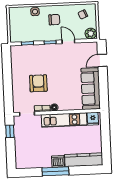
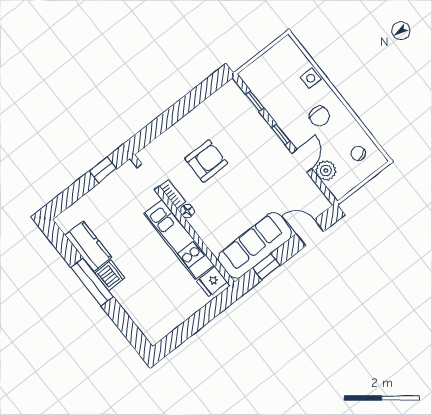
plant: (91, 34) -> (326, 171), moved
window: (104, 90) -> (266, 267), added
kitchen counter: (84, 160) -> (88, 246), moved, width x0.67

